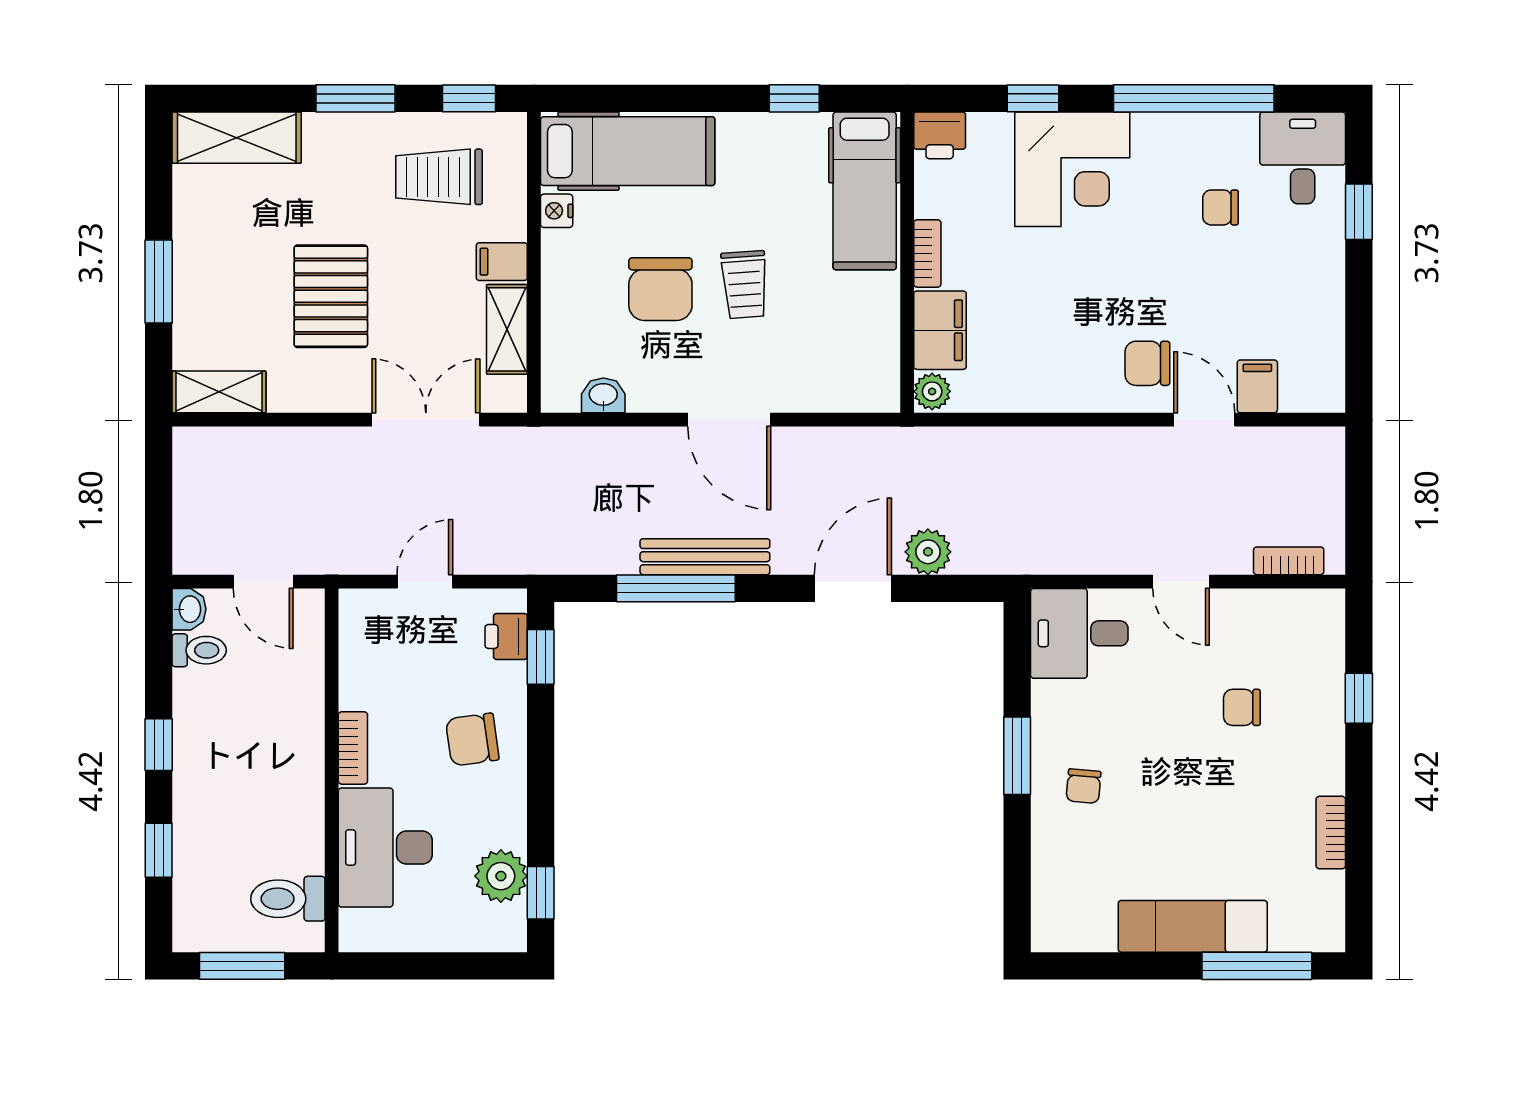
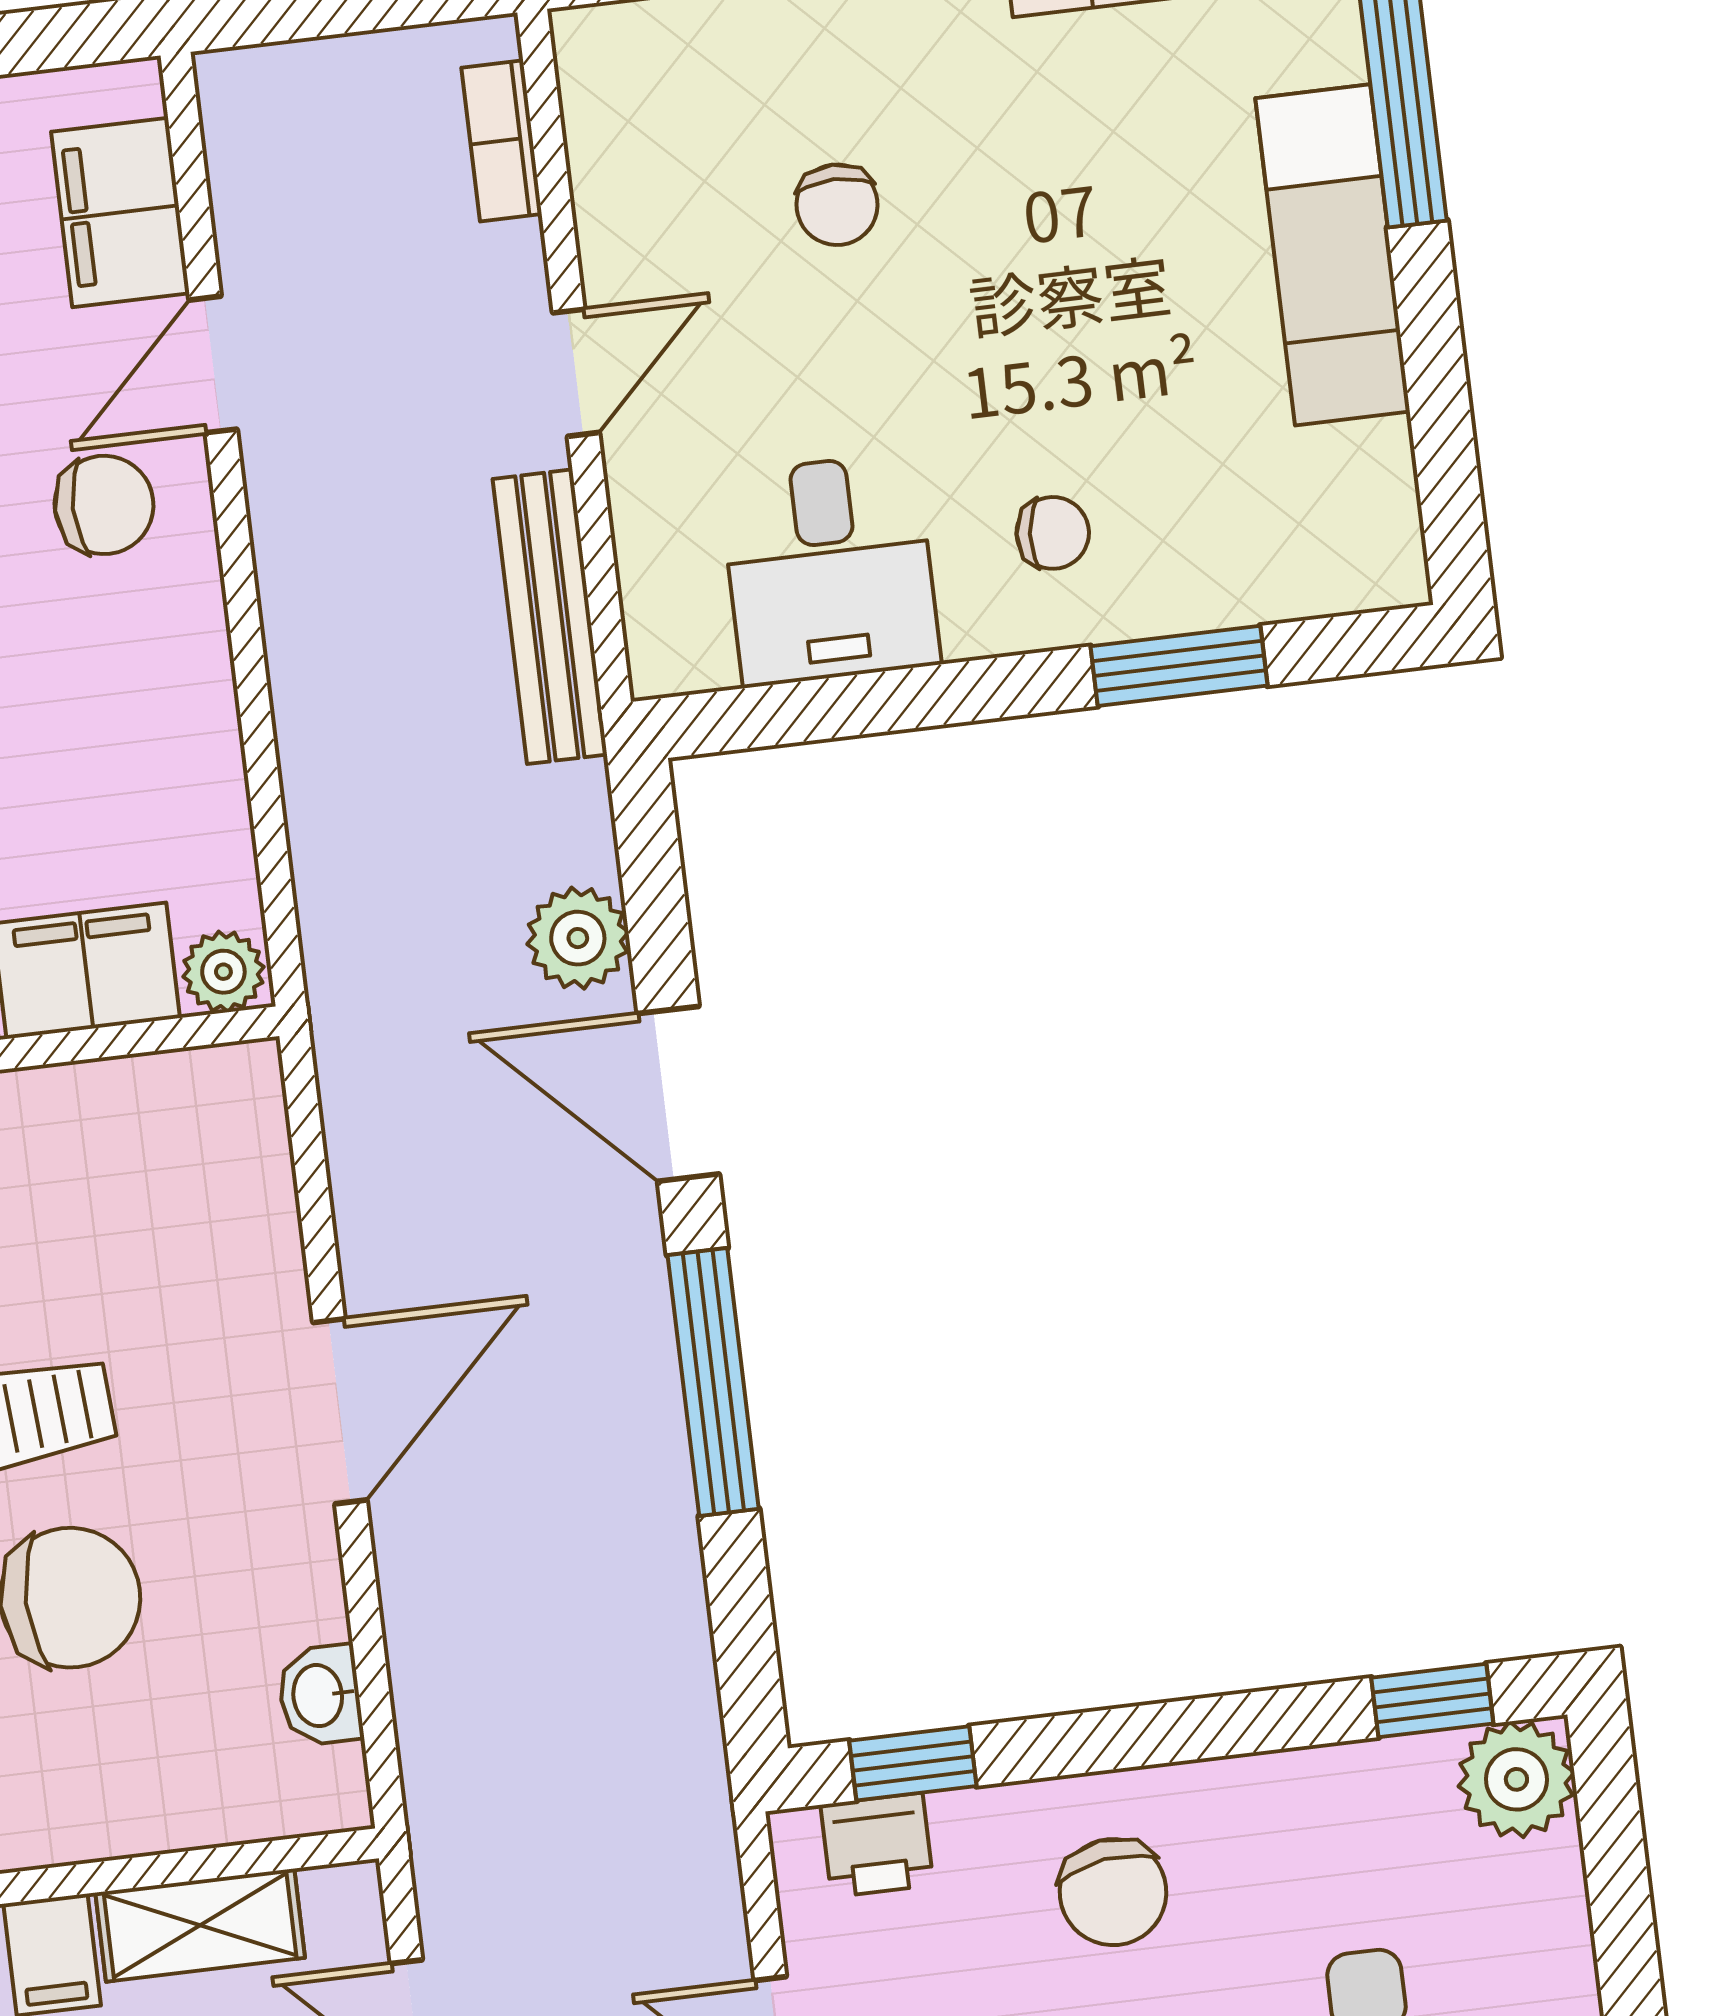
chair: (1147, 363) -> (104, 505), turned -90
filing cabinet: (1257, 386) -> (120, 213), width x2.00
bench: (705, 557) -> (550, 617), moved
window: (676, 588) -> (713, 1382), moved
desk: (1079, 633) -> (830, 569), moved
window: (1017, 756) -> (1179, 666), moved
plant: (501, 876) -> (1516, 1779), moved

